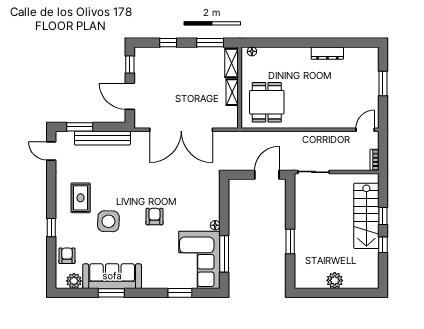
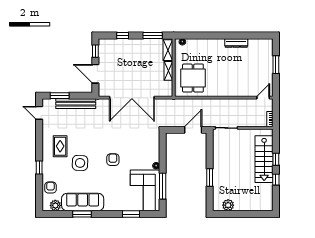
plant: (335, 280) -> (228, 205), moved

